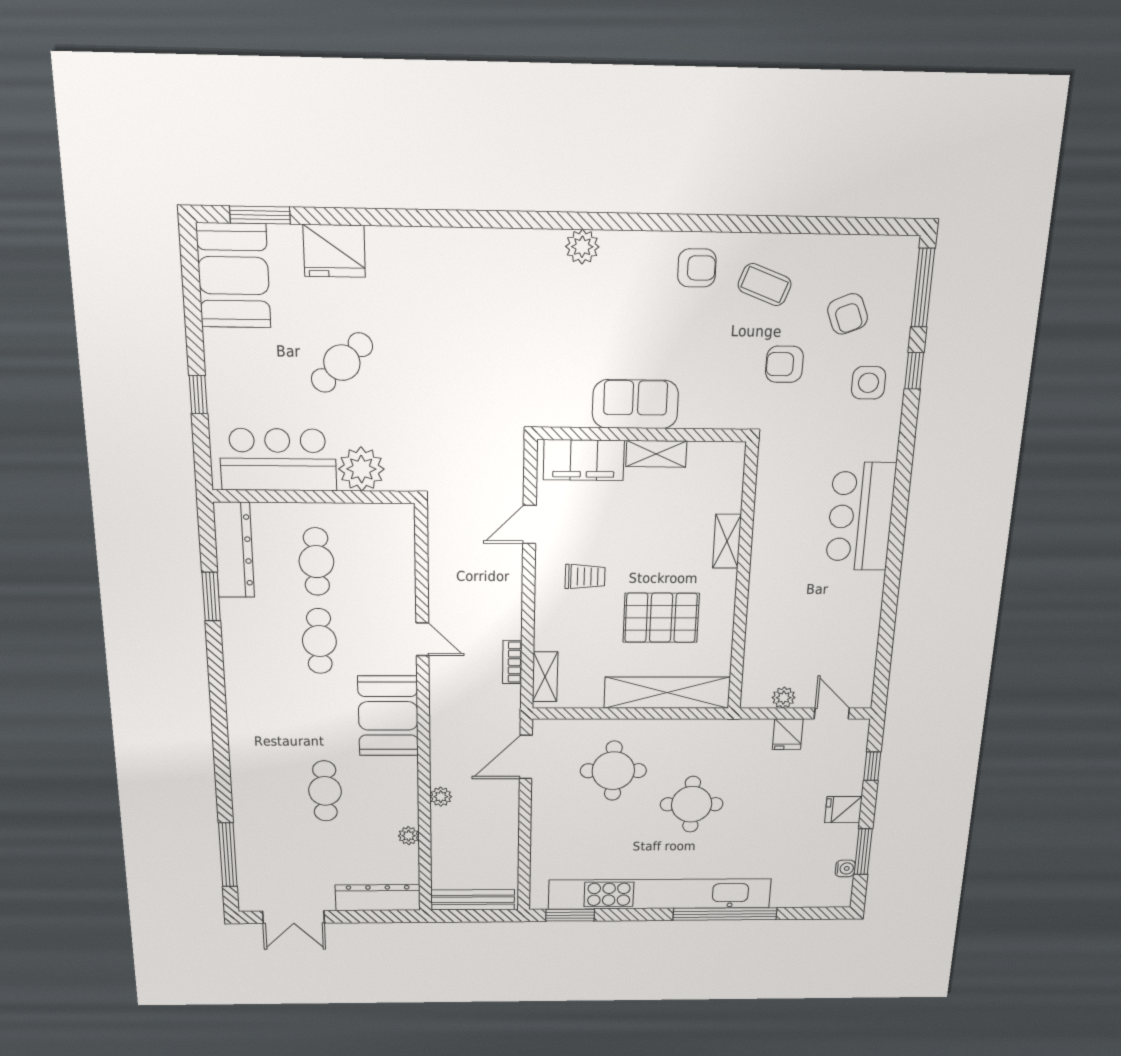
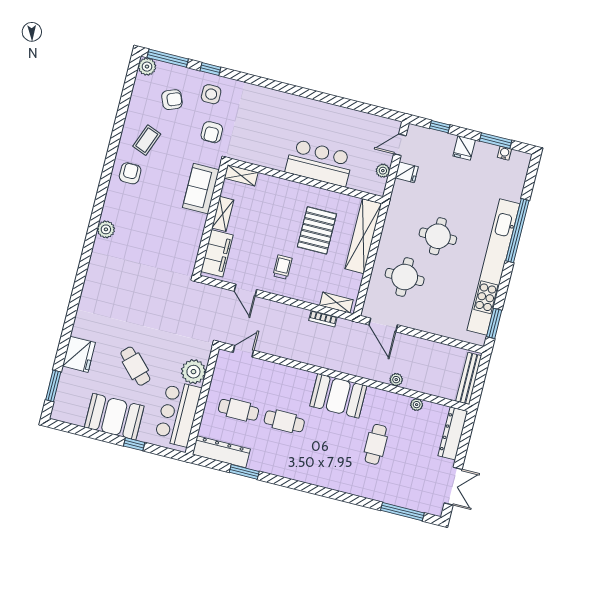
plant: (902, 253) -> (147, 67), added
booth: (234, 276) -> (114, 417), moved
armchair: (784, 364) -> (212, 132), moved
sofa: (635, 404) -> (201, 189), moved
bar counter: (861, 517) -> (319, 163), moved, turned 180
shelving: (727, 541) -> (241, 175), moved
door: (422, 639) -> (243, 351), moved
cafe table: (325, 791) -> (376, 444), turned 90

